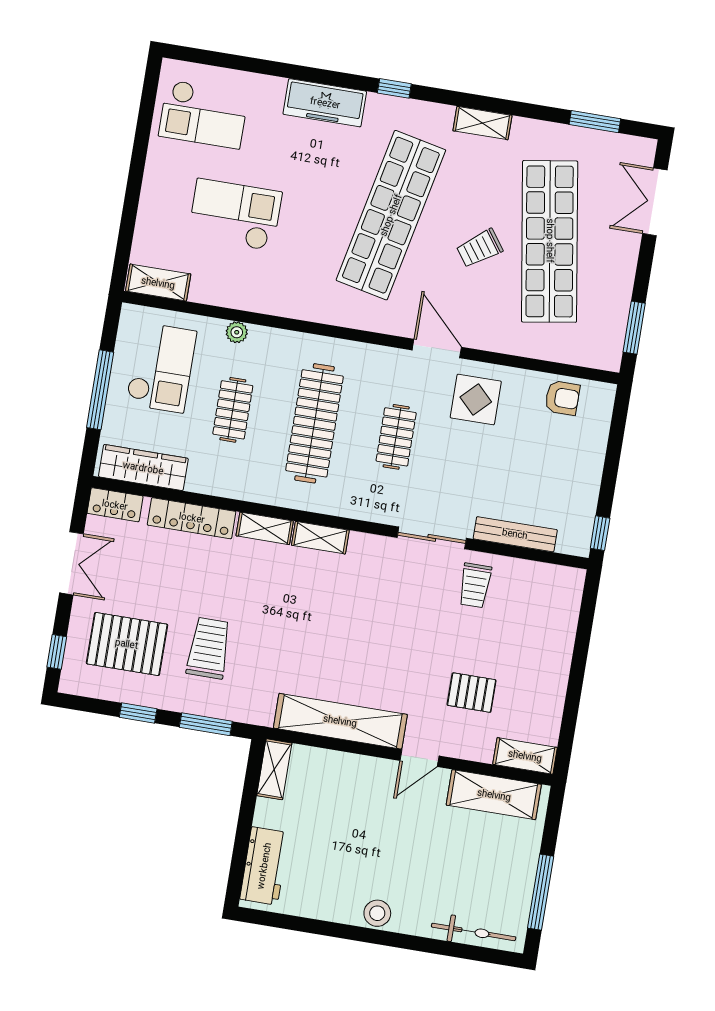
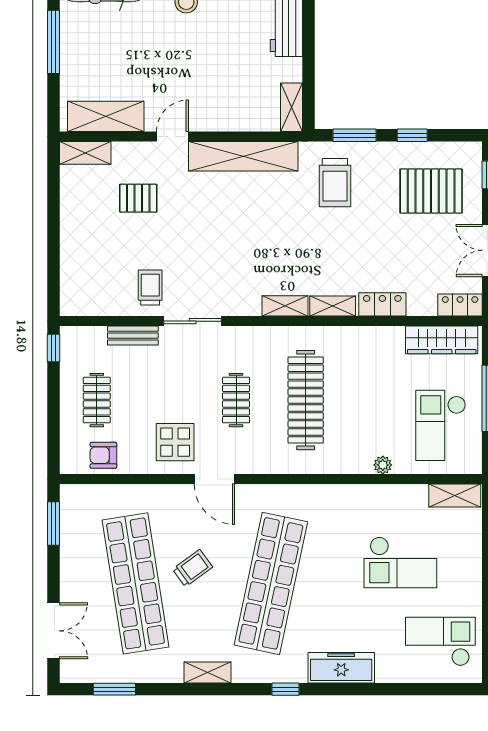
clothes rail: (233, 410) -> (97, 400), moved
locker: (192, 518) -> (382, 304), width x0.66
bench: (515, 534) -> (133, 336), width x0.73
trolley: (209, 648) -> (335, 183), moved

